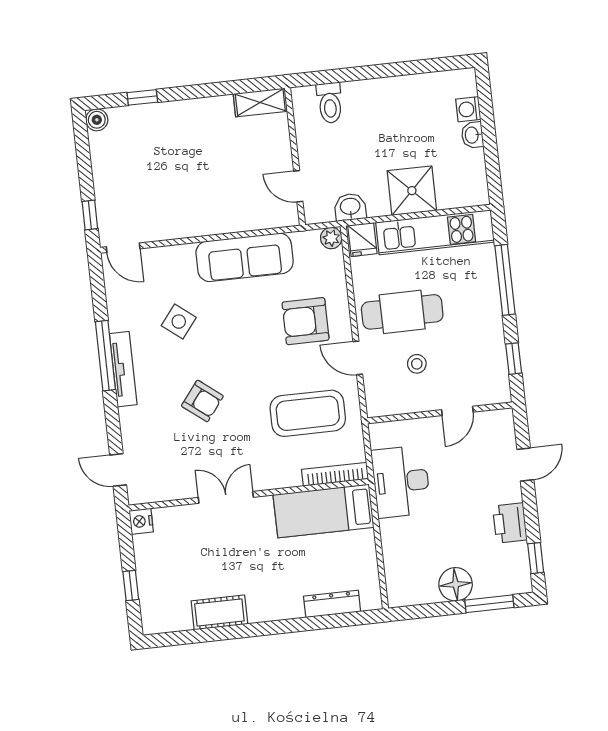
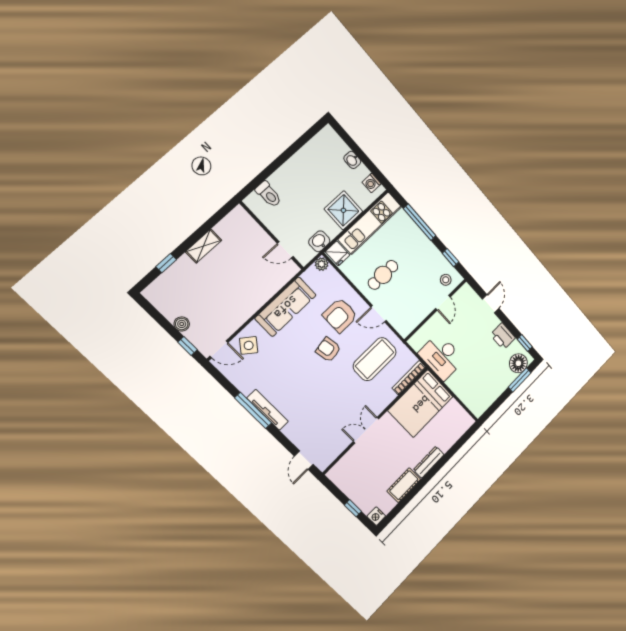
shelving: (260, 102) -> (204, 246), moved
washing machine: (468, 109) -> (372, 183), moved
boiler: (97, 120) -> (182, 324), moved
cafe table: (402, 312) -> (383, 275), width x0.73, depth x0.74
side table: (179, 322) -> (249, 345), moved
stool: (417, 364) -> (446, 280), moved
armchair: (202, 401) -> (328, 350), moved, turned -138
door: (118, 470) -> (304, 460), hinge flipped
bed: (323, 511) -> (421, 404), width x1.50
nightstand: (141, 521) -> (376, 516), moved
floor lamp: (456, 584) -> (518, 363), moved
dresser: (332, 604) -> (429, 462), moved

